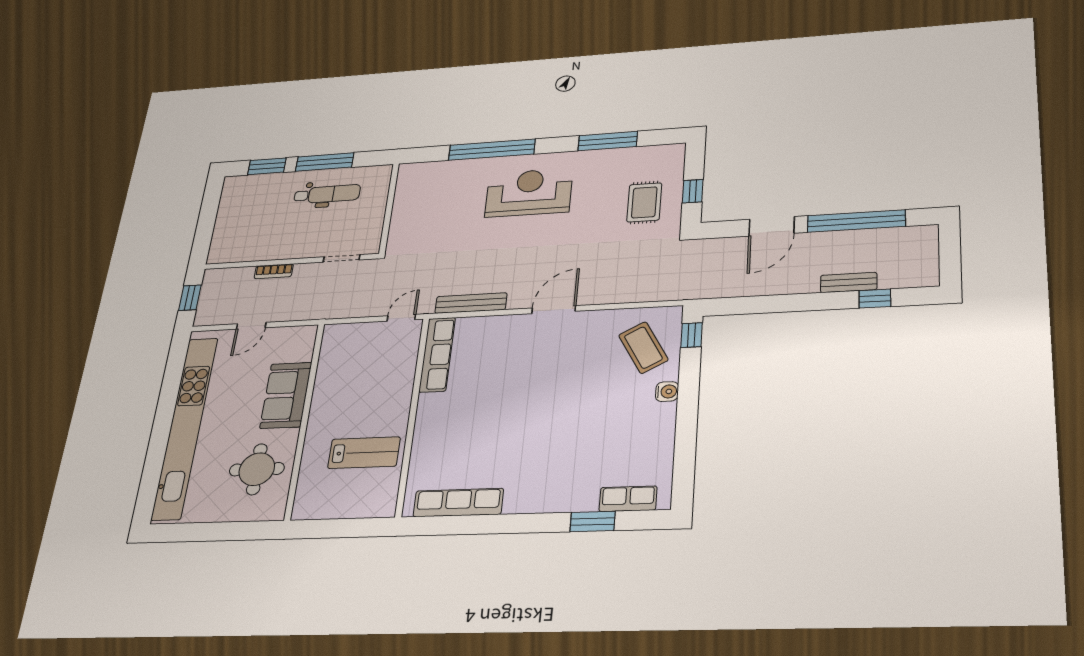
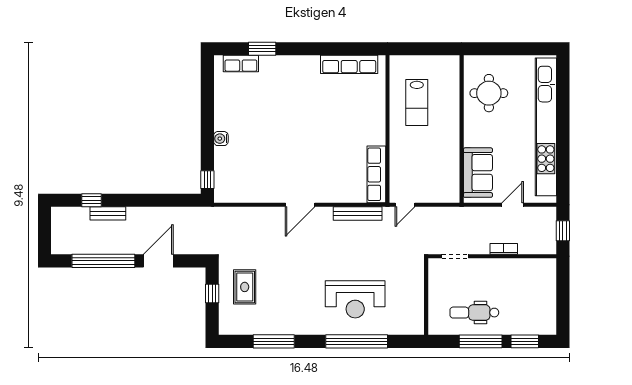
reception desk: (529, 193) -> (355, 299), moved
coffee table: (643, 348) -> (238, 172), removed
sofa: (286, 395) -> (478, 173), moved
lab bench: (364, 453) -> (417, 103), turned -90

